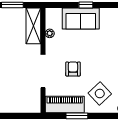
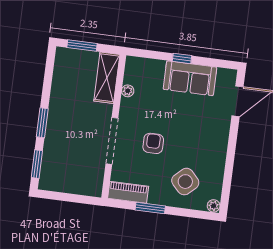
sofa: (81, 19) -> (190, 78), moved
piano: (65, 105) -> (128, 192), width x0.73, depth x0.75

